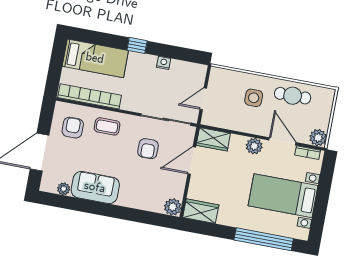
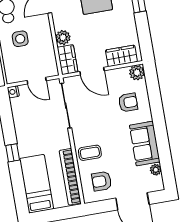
nightstand: (164, 63) -> (13, 92), moved
coffee table: (107, 126) -> (90, 153), turned 90
plant: (254, 146) -> (63, 38), moved
armchair: (148, 149) -> (128, 102), moved
wardrobe: (201, 211) -> (121, 56), moved, turned 90

